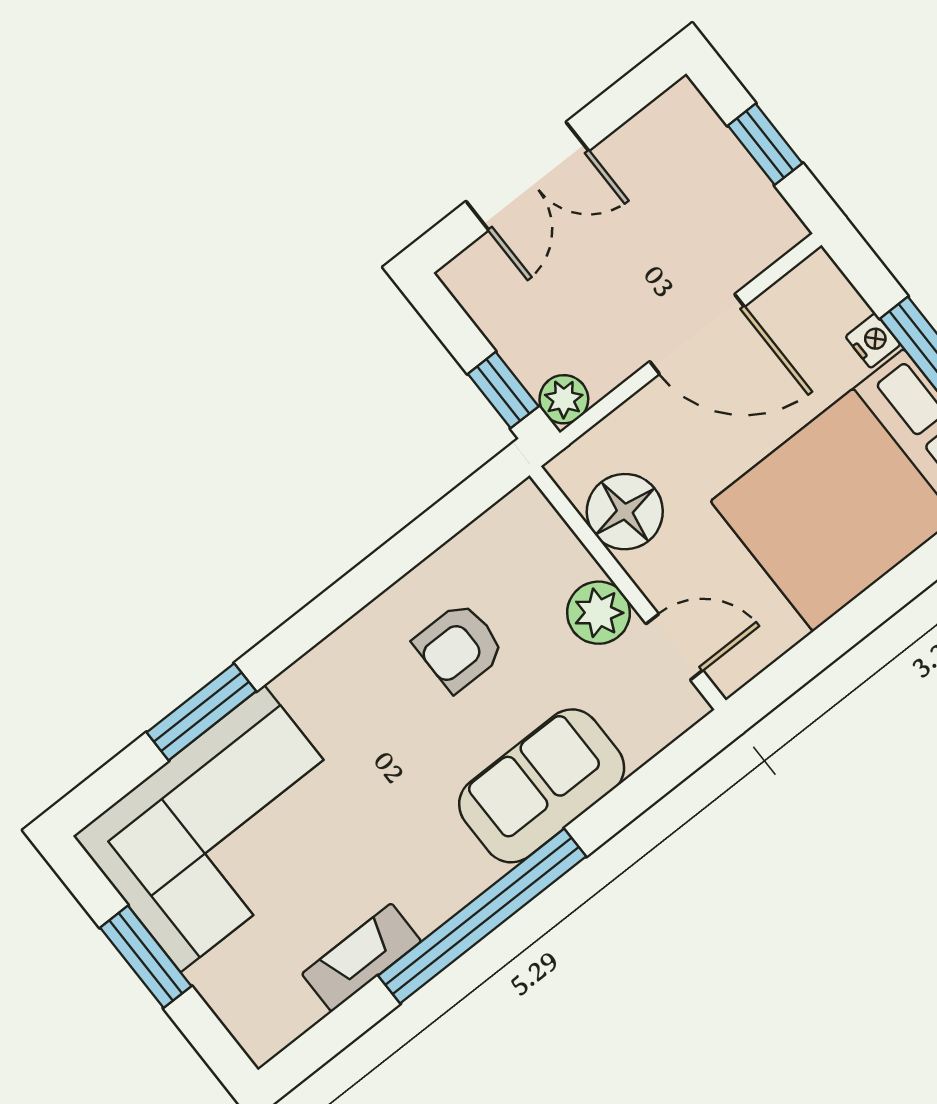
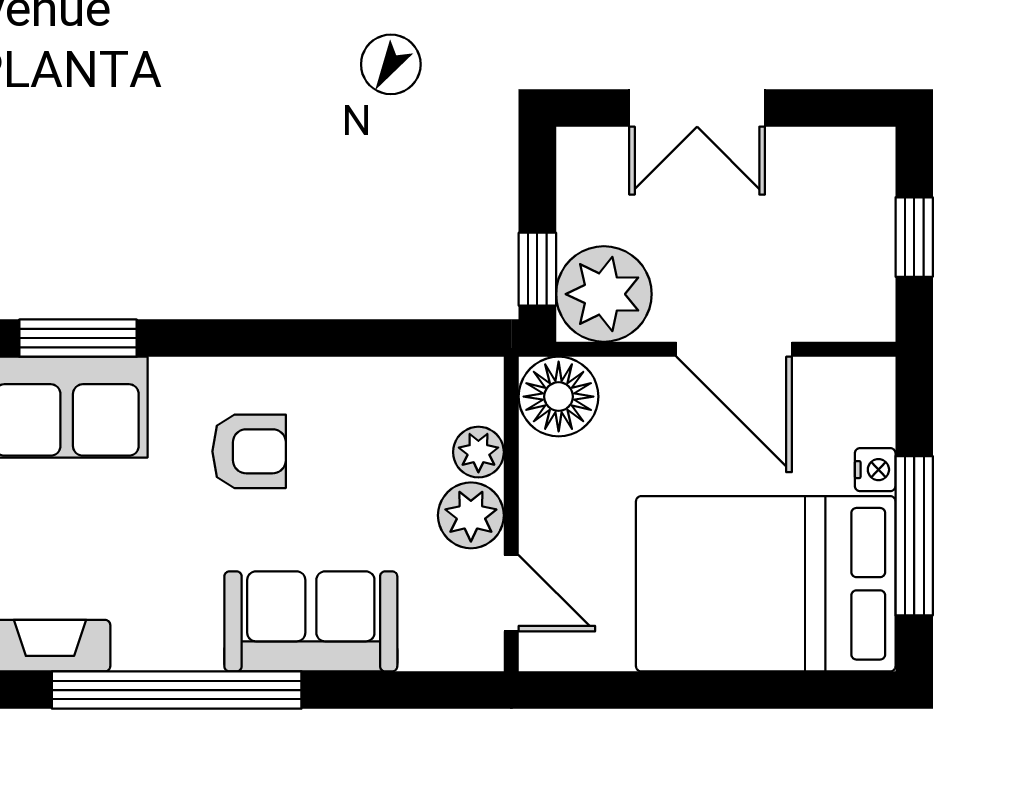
plant: (564, 399) -> (604, 294), width x1.87, depth x1.87
floor lamp: (625, 512) -> (559, 397), moved
plant: (567, 561) -> (478, 452), added
armchair: (459, 647) -> (249, 451), moved, turned 180

